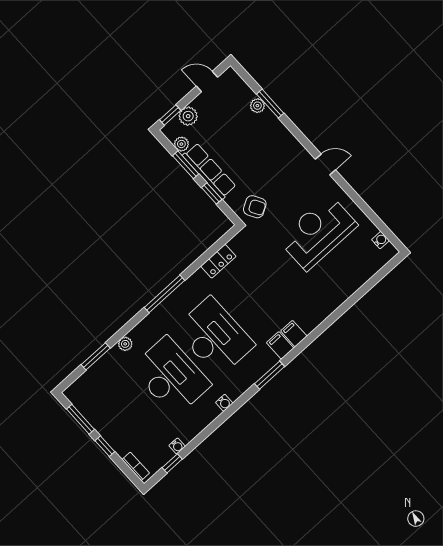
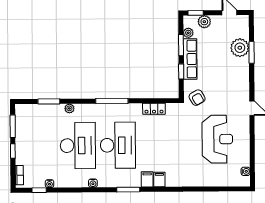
plant: (257, 106) -> (240, 48), width x1.87, depth x1.87
reception desk: (318, 232) -> (217, 139), turned 90

